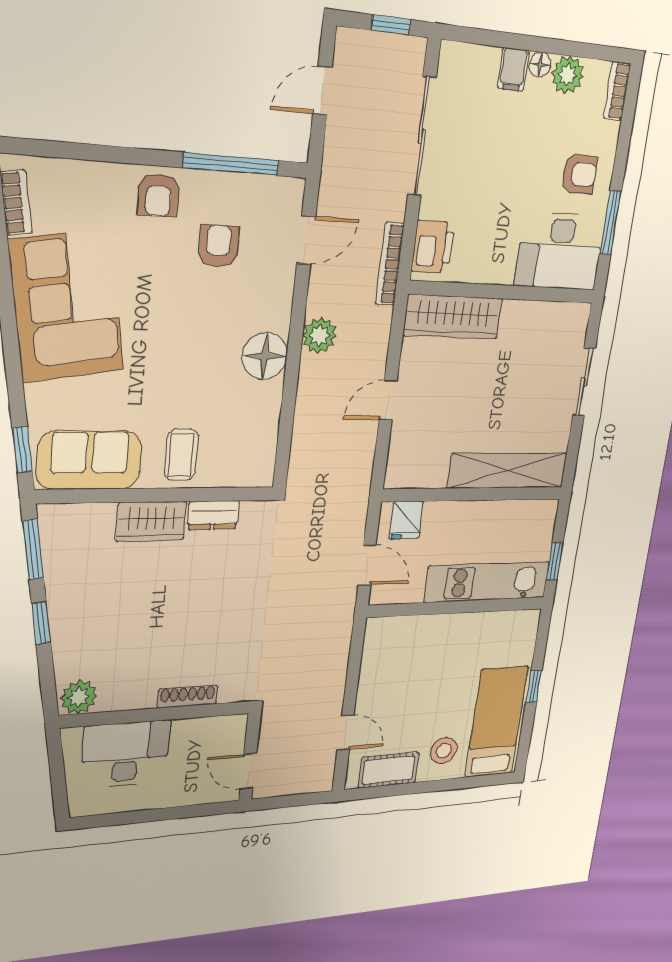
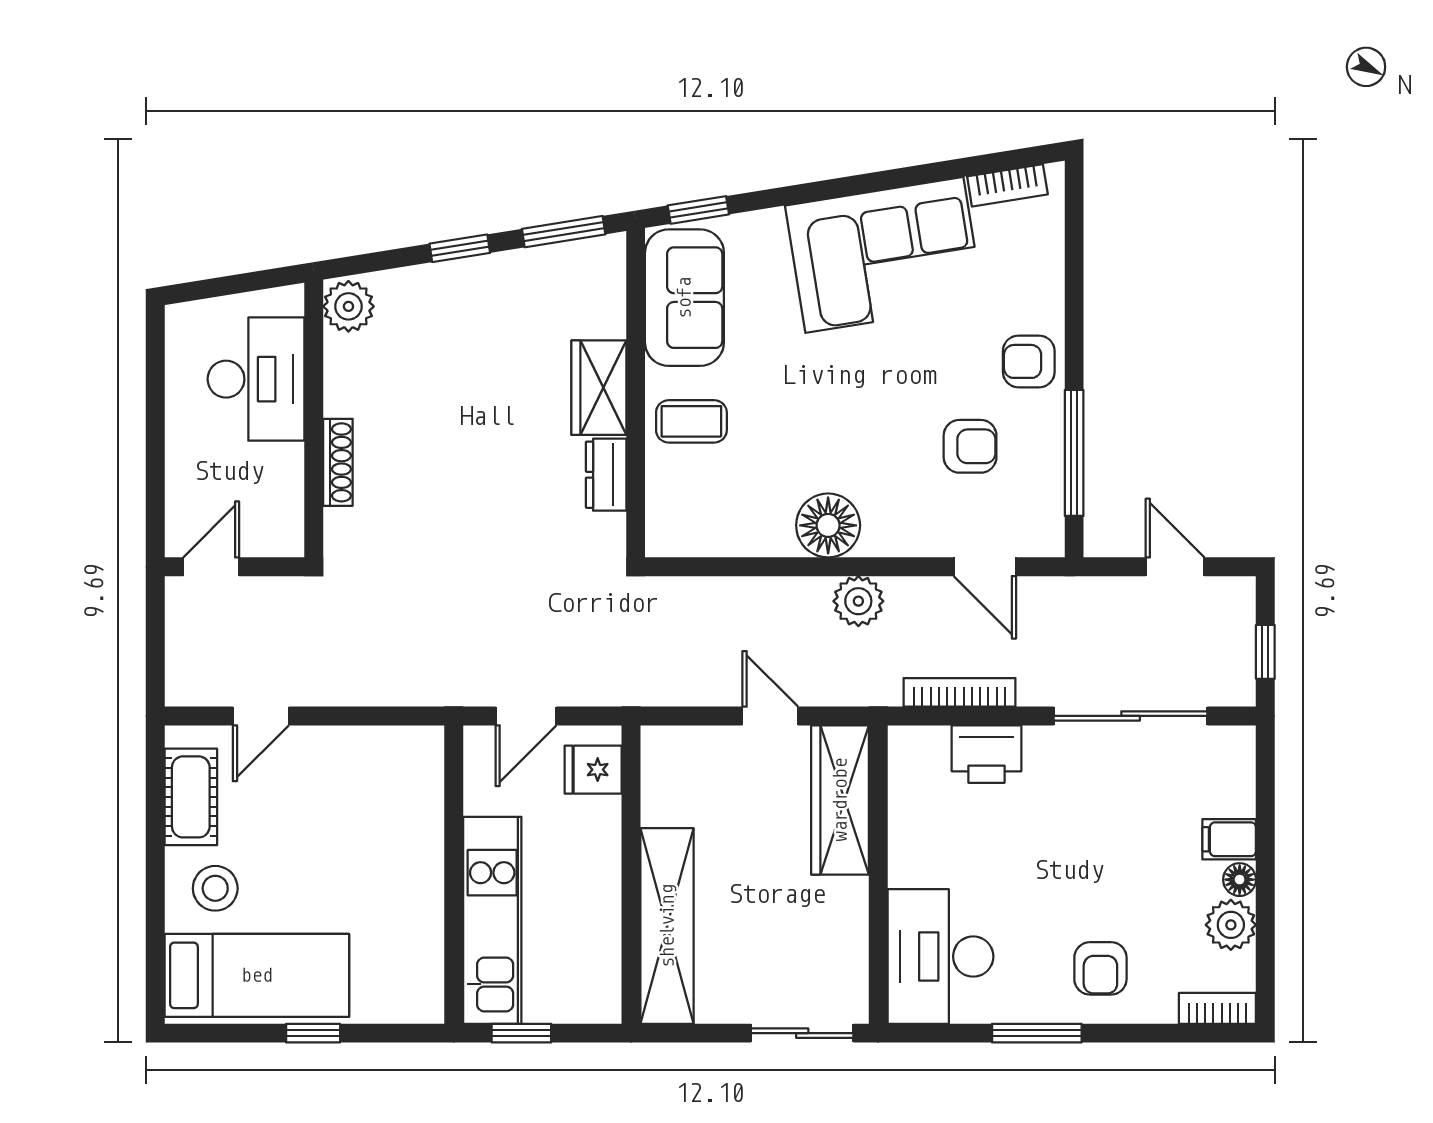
desk: (560, 251) -> (940, 957), moved
wall: (503, 292) -> (878, 875), moved
wardrobe: (453, 317) -> (840, 800), moved

